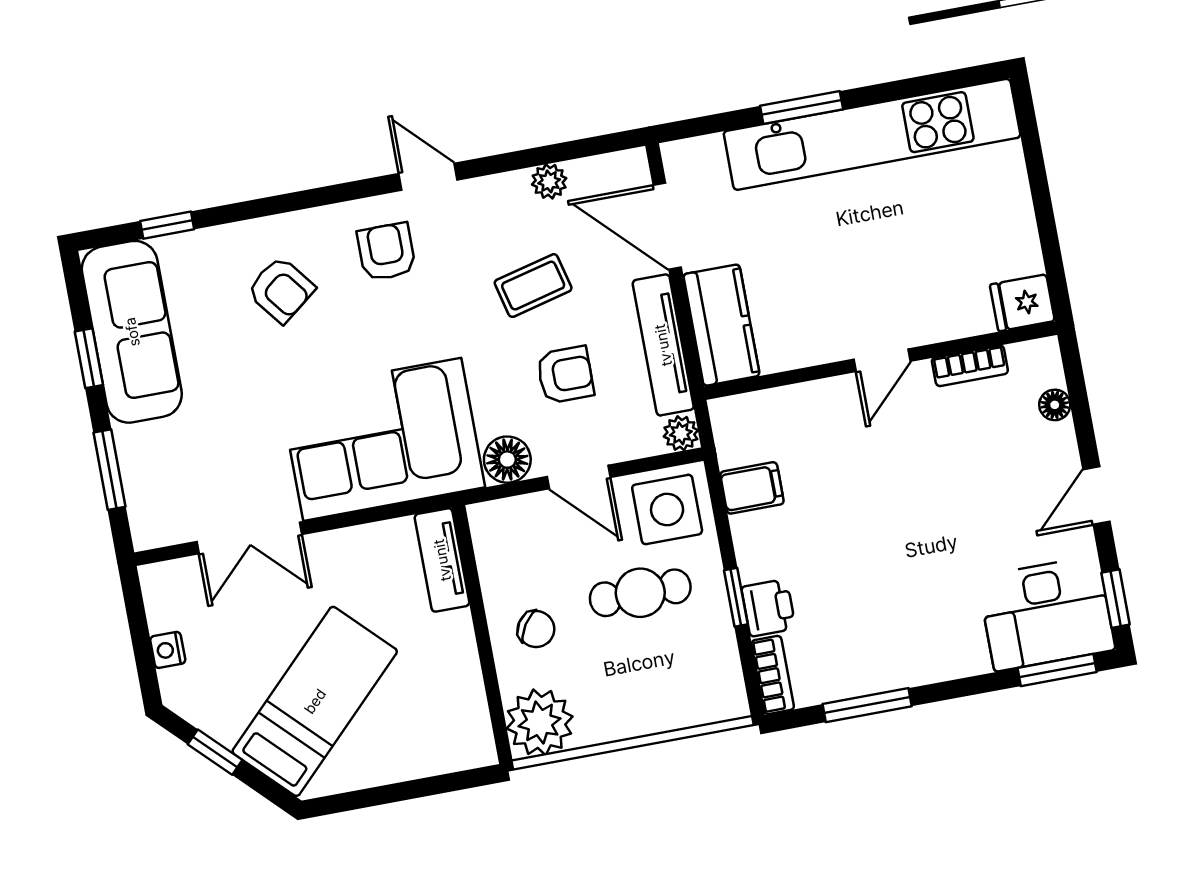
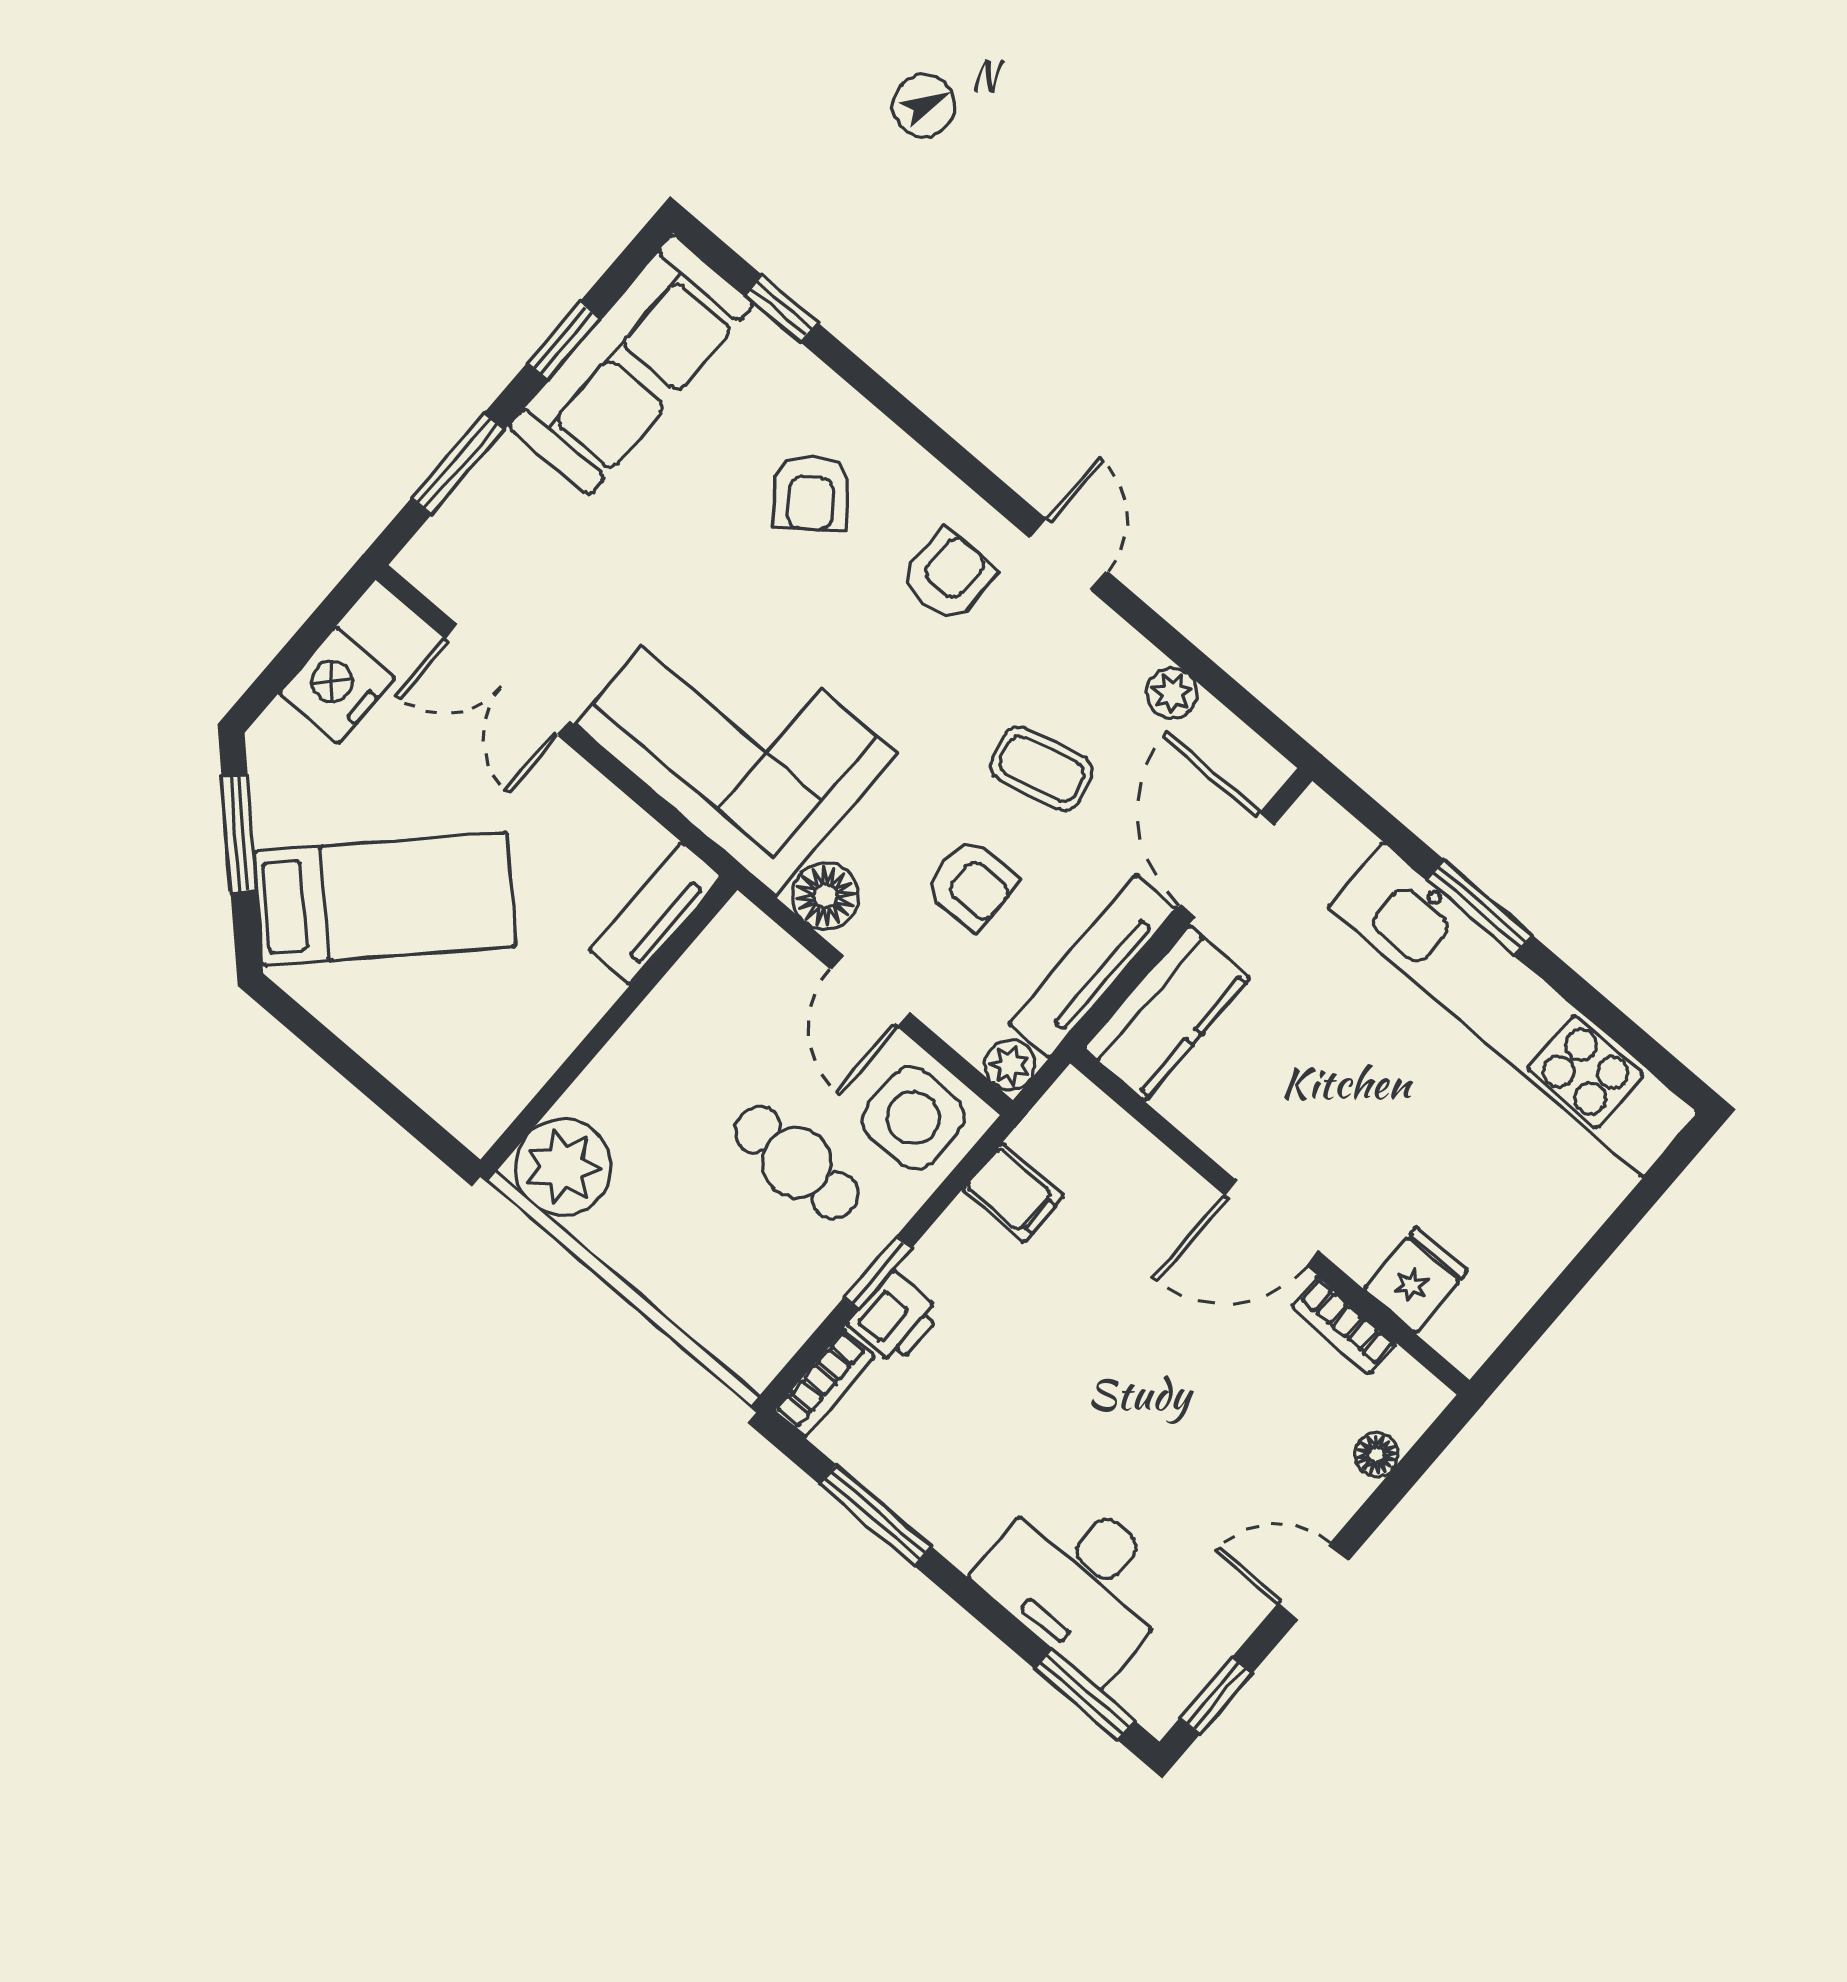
fridge: (1022, 303) -> (1416, 1280), moved, turned 90
door: (882, 360) -> (1271, 1223), width x1.38
desk: (1046, 613) -> (1079, 1582), moved
chair: (536, 629) -> (663, 1080), removed
nightstand: (168, 650) -> (337, 685), width x1.89, depth x1.79
window: (215, 752) -> (239, 834), width x1.50

